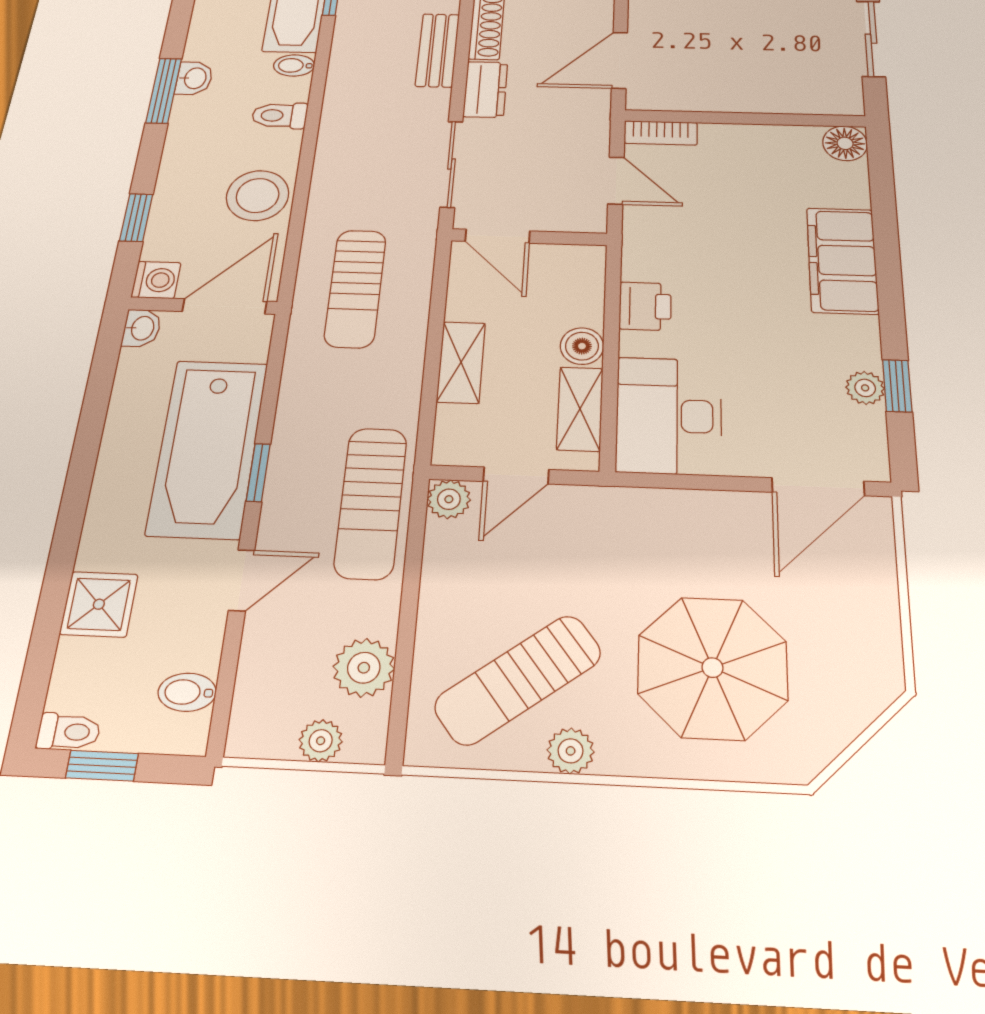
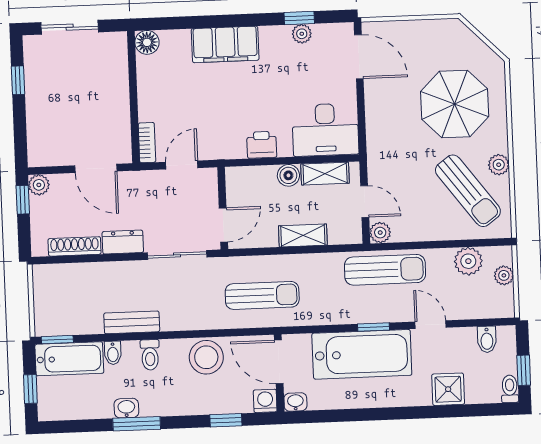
bench: (437, 50) -> (132, 322), moved

